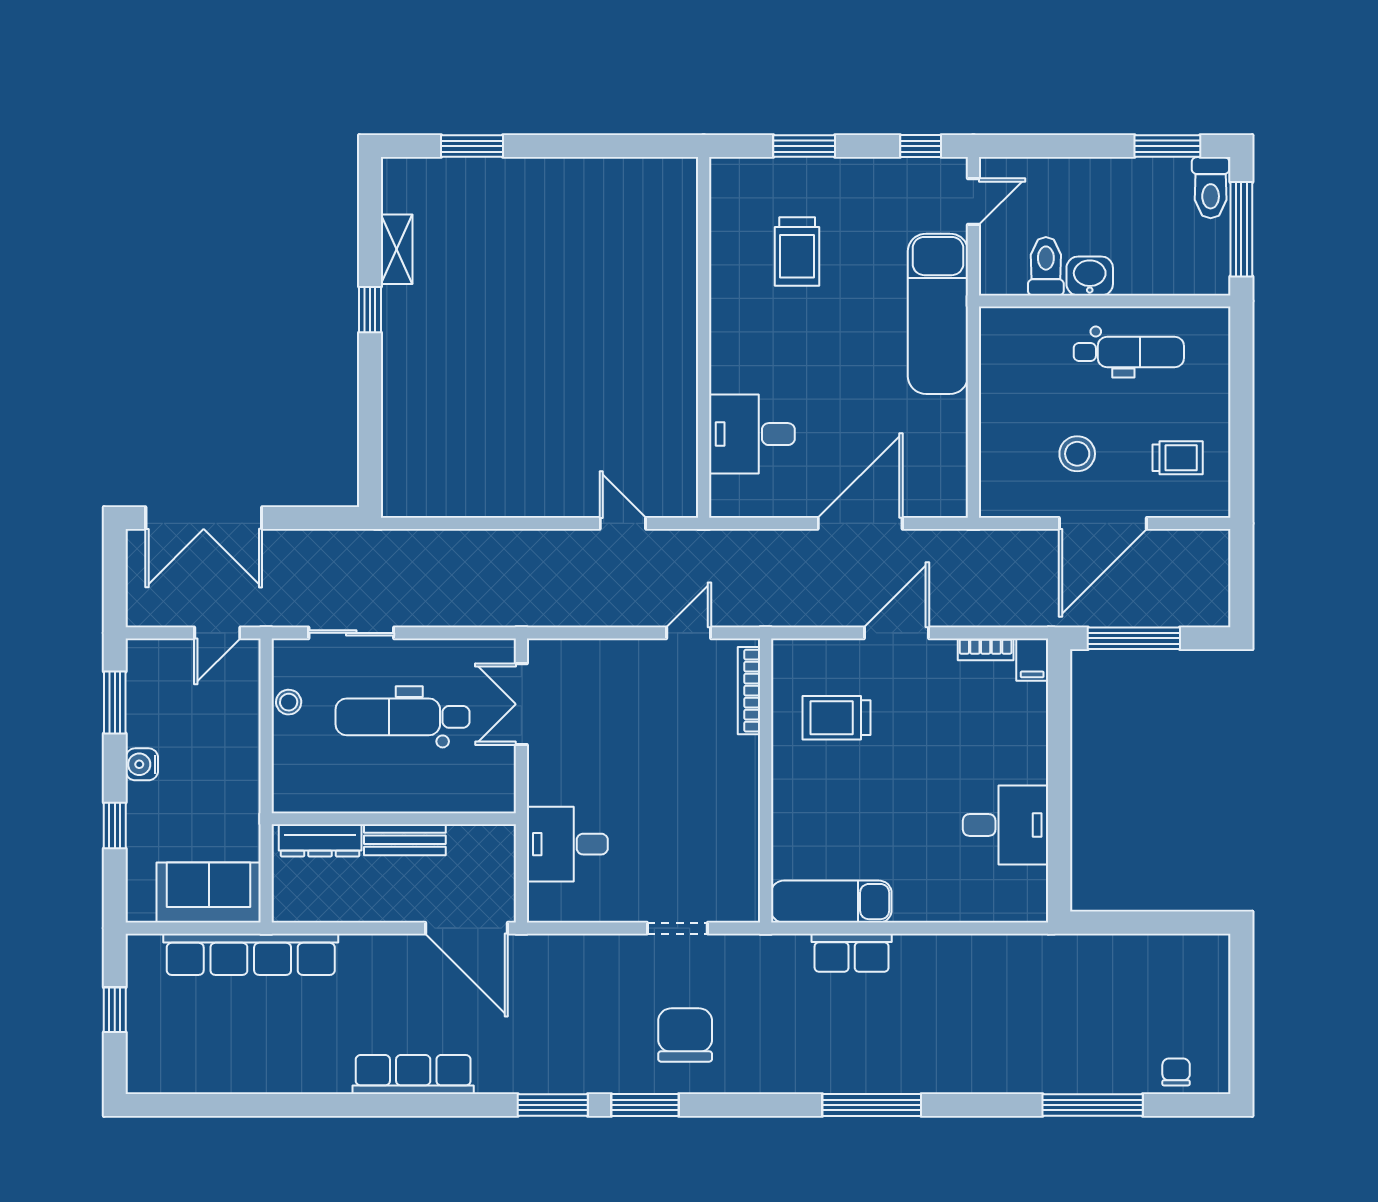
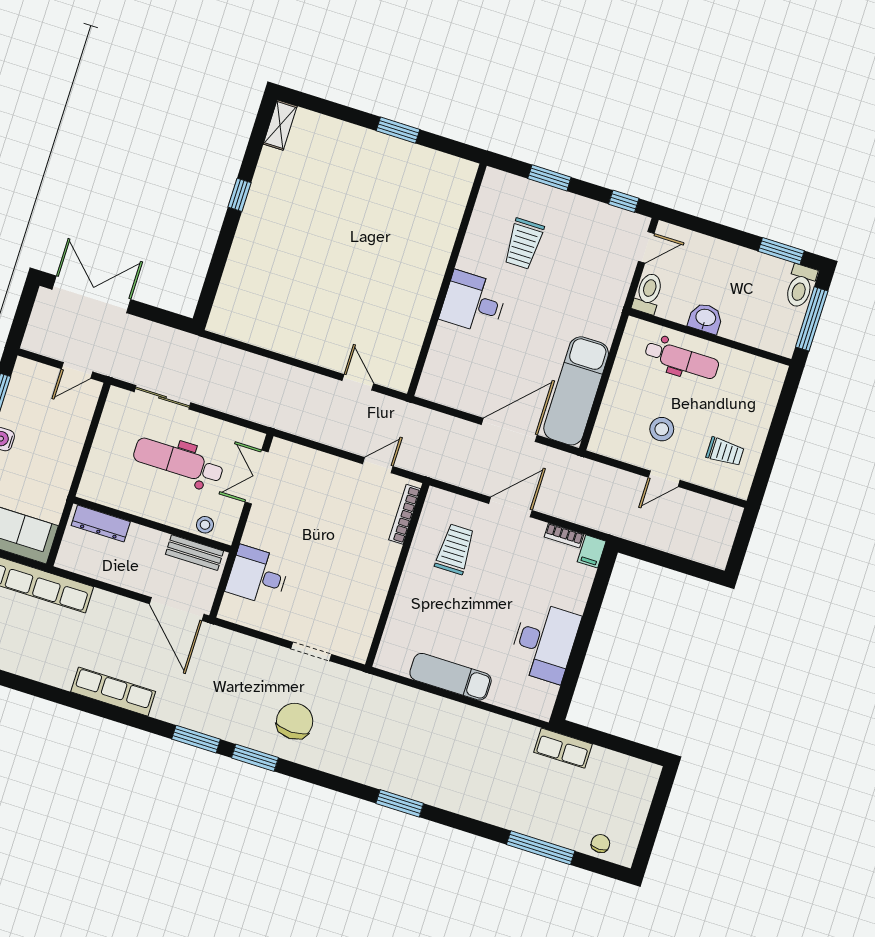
window: (472, 146) -> (398, 130), moved
shelving: (397, 249) -> (280, 125), moved
toilet: (1046, 266) -> (648, 293), moved
exam couch: (938, 314) -> (576, 391), moved
dental chair: (1129, 352) -> (682, 359), moved
desk: (752, 434) -> (473, 303), moved
double door: (204, 518) -> (91, 294), swing flipped
door: (1103, 523) -> (664, 479), width x0.53
window: (1134, 638) -> (661, 558), removed
stool: (289, 702) -> (205, 525), moved
trolley: (836, 718) -> (455, 549), turned 90
desk: (1006, 825) -> (544, 642), width x1.37
bench: (405, 840) -> (195, 553), moved
exam couch: (831, 902) -> (451, 677), moved
row of seats: (852, 953) -> (563, 748), moved
window: (872, 1105) -> (400, 803), width x0.69

